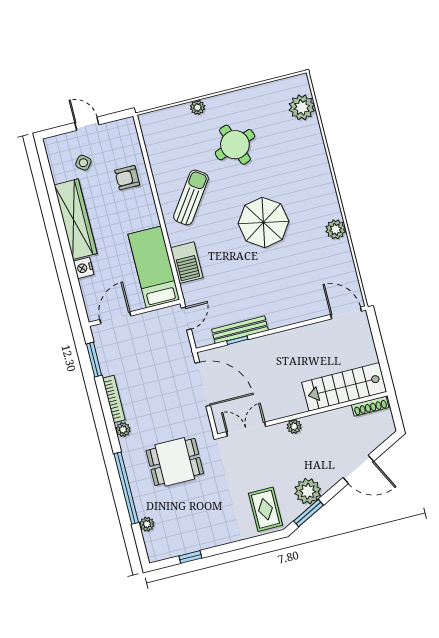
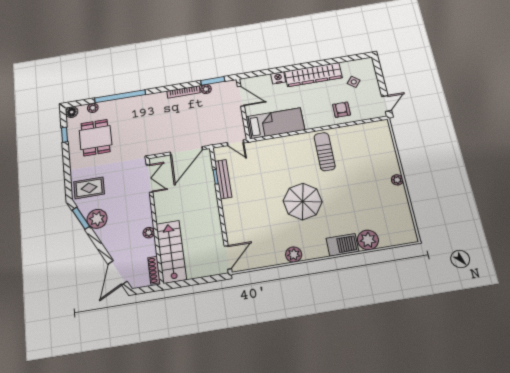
plant: (198, 107) -> (397, 180), moved
plant: (302, 107) -> (368, 240), moved
door: (87, 124) -> (387, 103), moved
round table: (235, 145) -> (363, 185), removed
sun lounger: (191, 197) -> (325, 152), turned -125
barbecue: (187, 263) -> (342, 245), moved, turned 180
plant: (294, 426) -> (149, 233), moved
plant: (123, 430) -> (206, 89), moved
dining table: (175, 462) -> (95, 138), moved
door: (358, 469) -> (118, 273), moved
floor lamp: (155, 553) -> (72, 112), added

